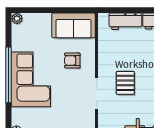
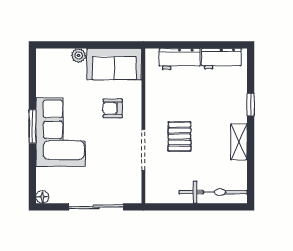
plant: (17, 19) -> (79, 55), moved
window: (8, 75) -> (32, 126), width x0.47

